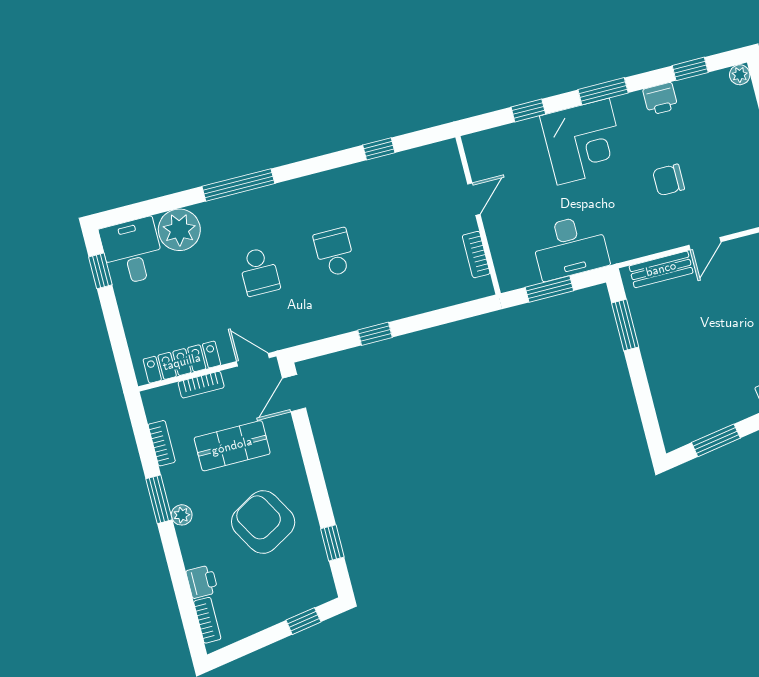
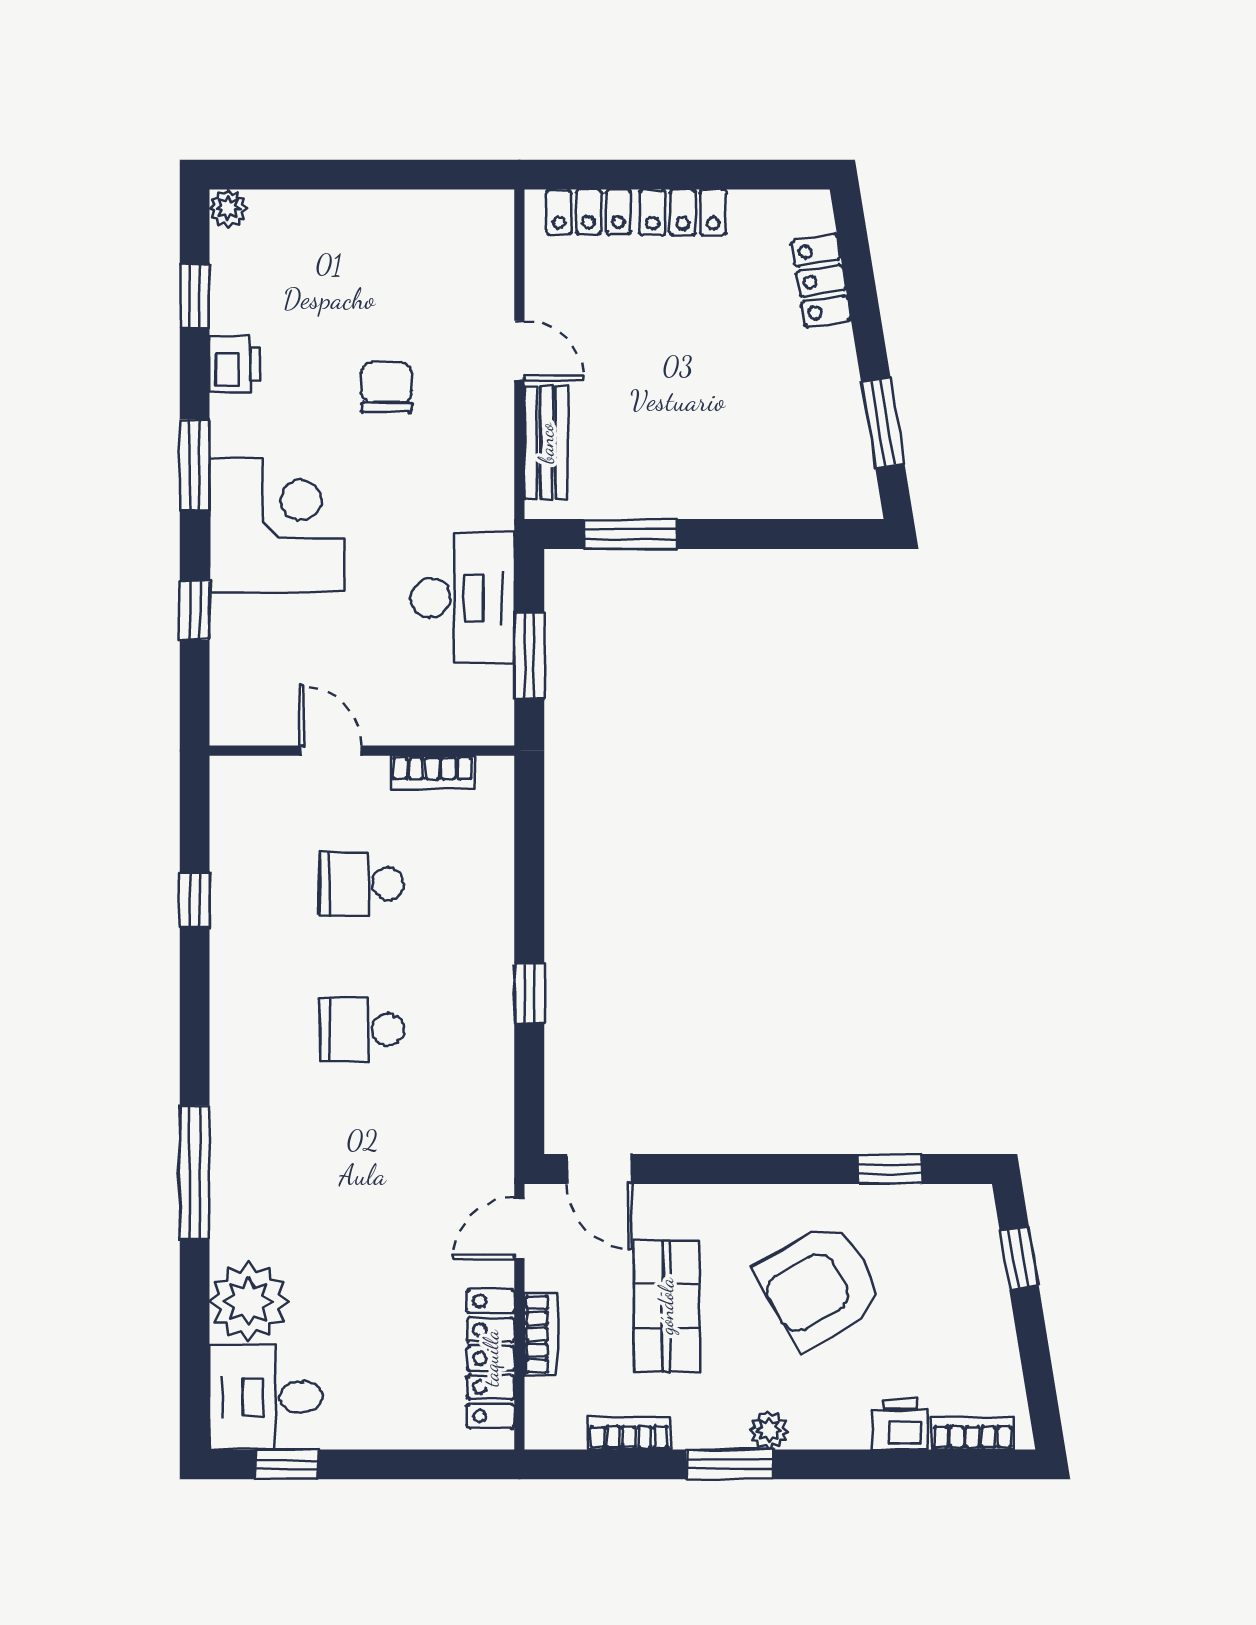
chair: (669, 180) -> (386, 387), turned 180
school desk: (259, 272) -> (362, 883), moved, turned 180

